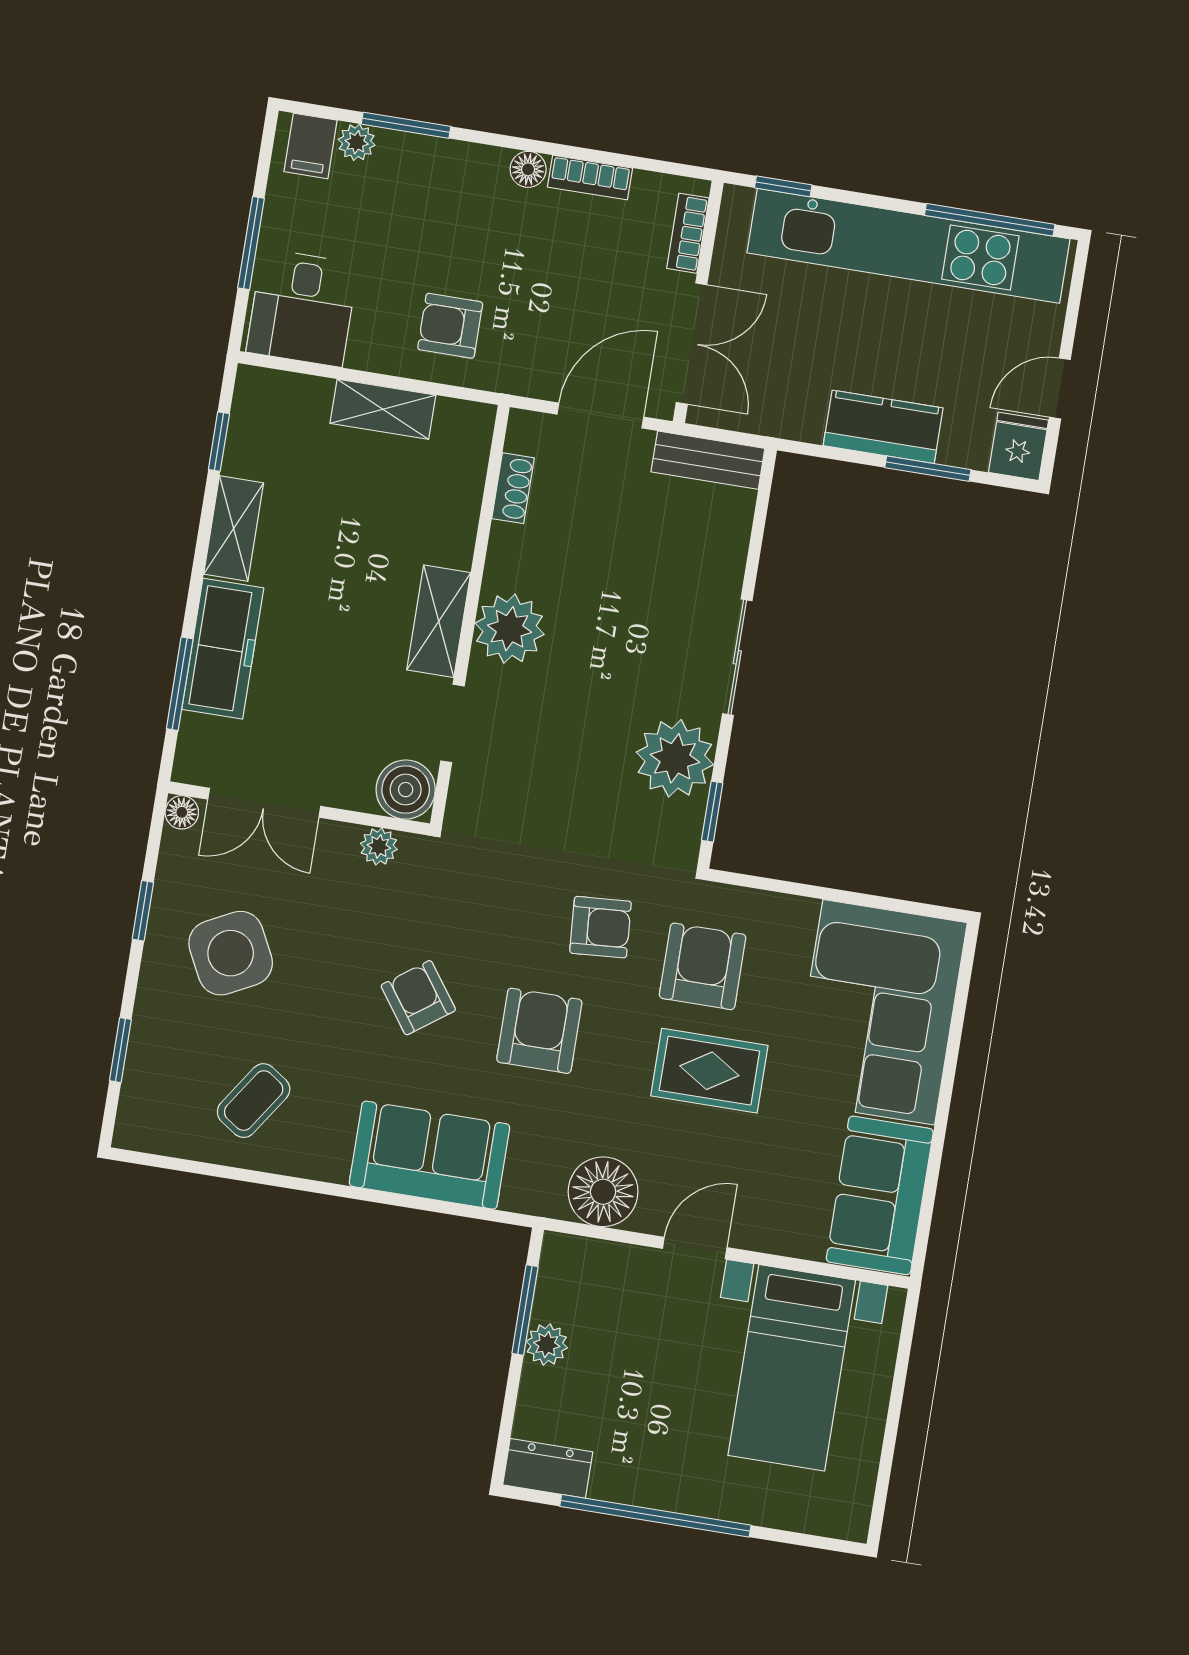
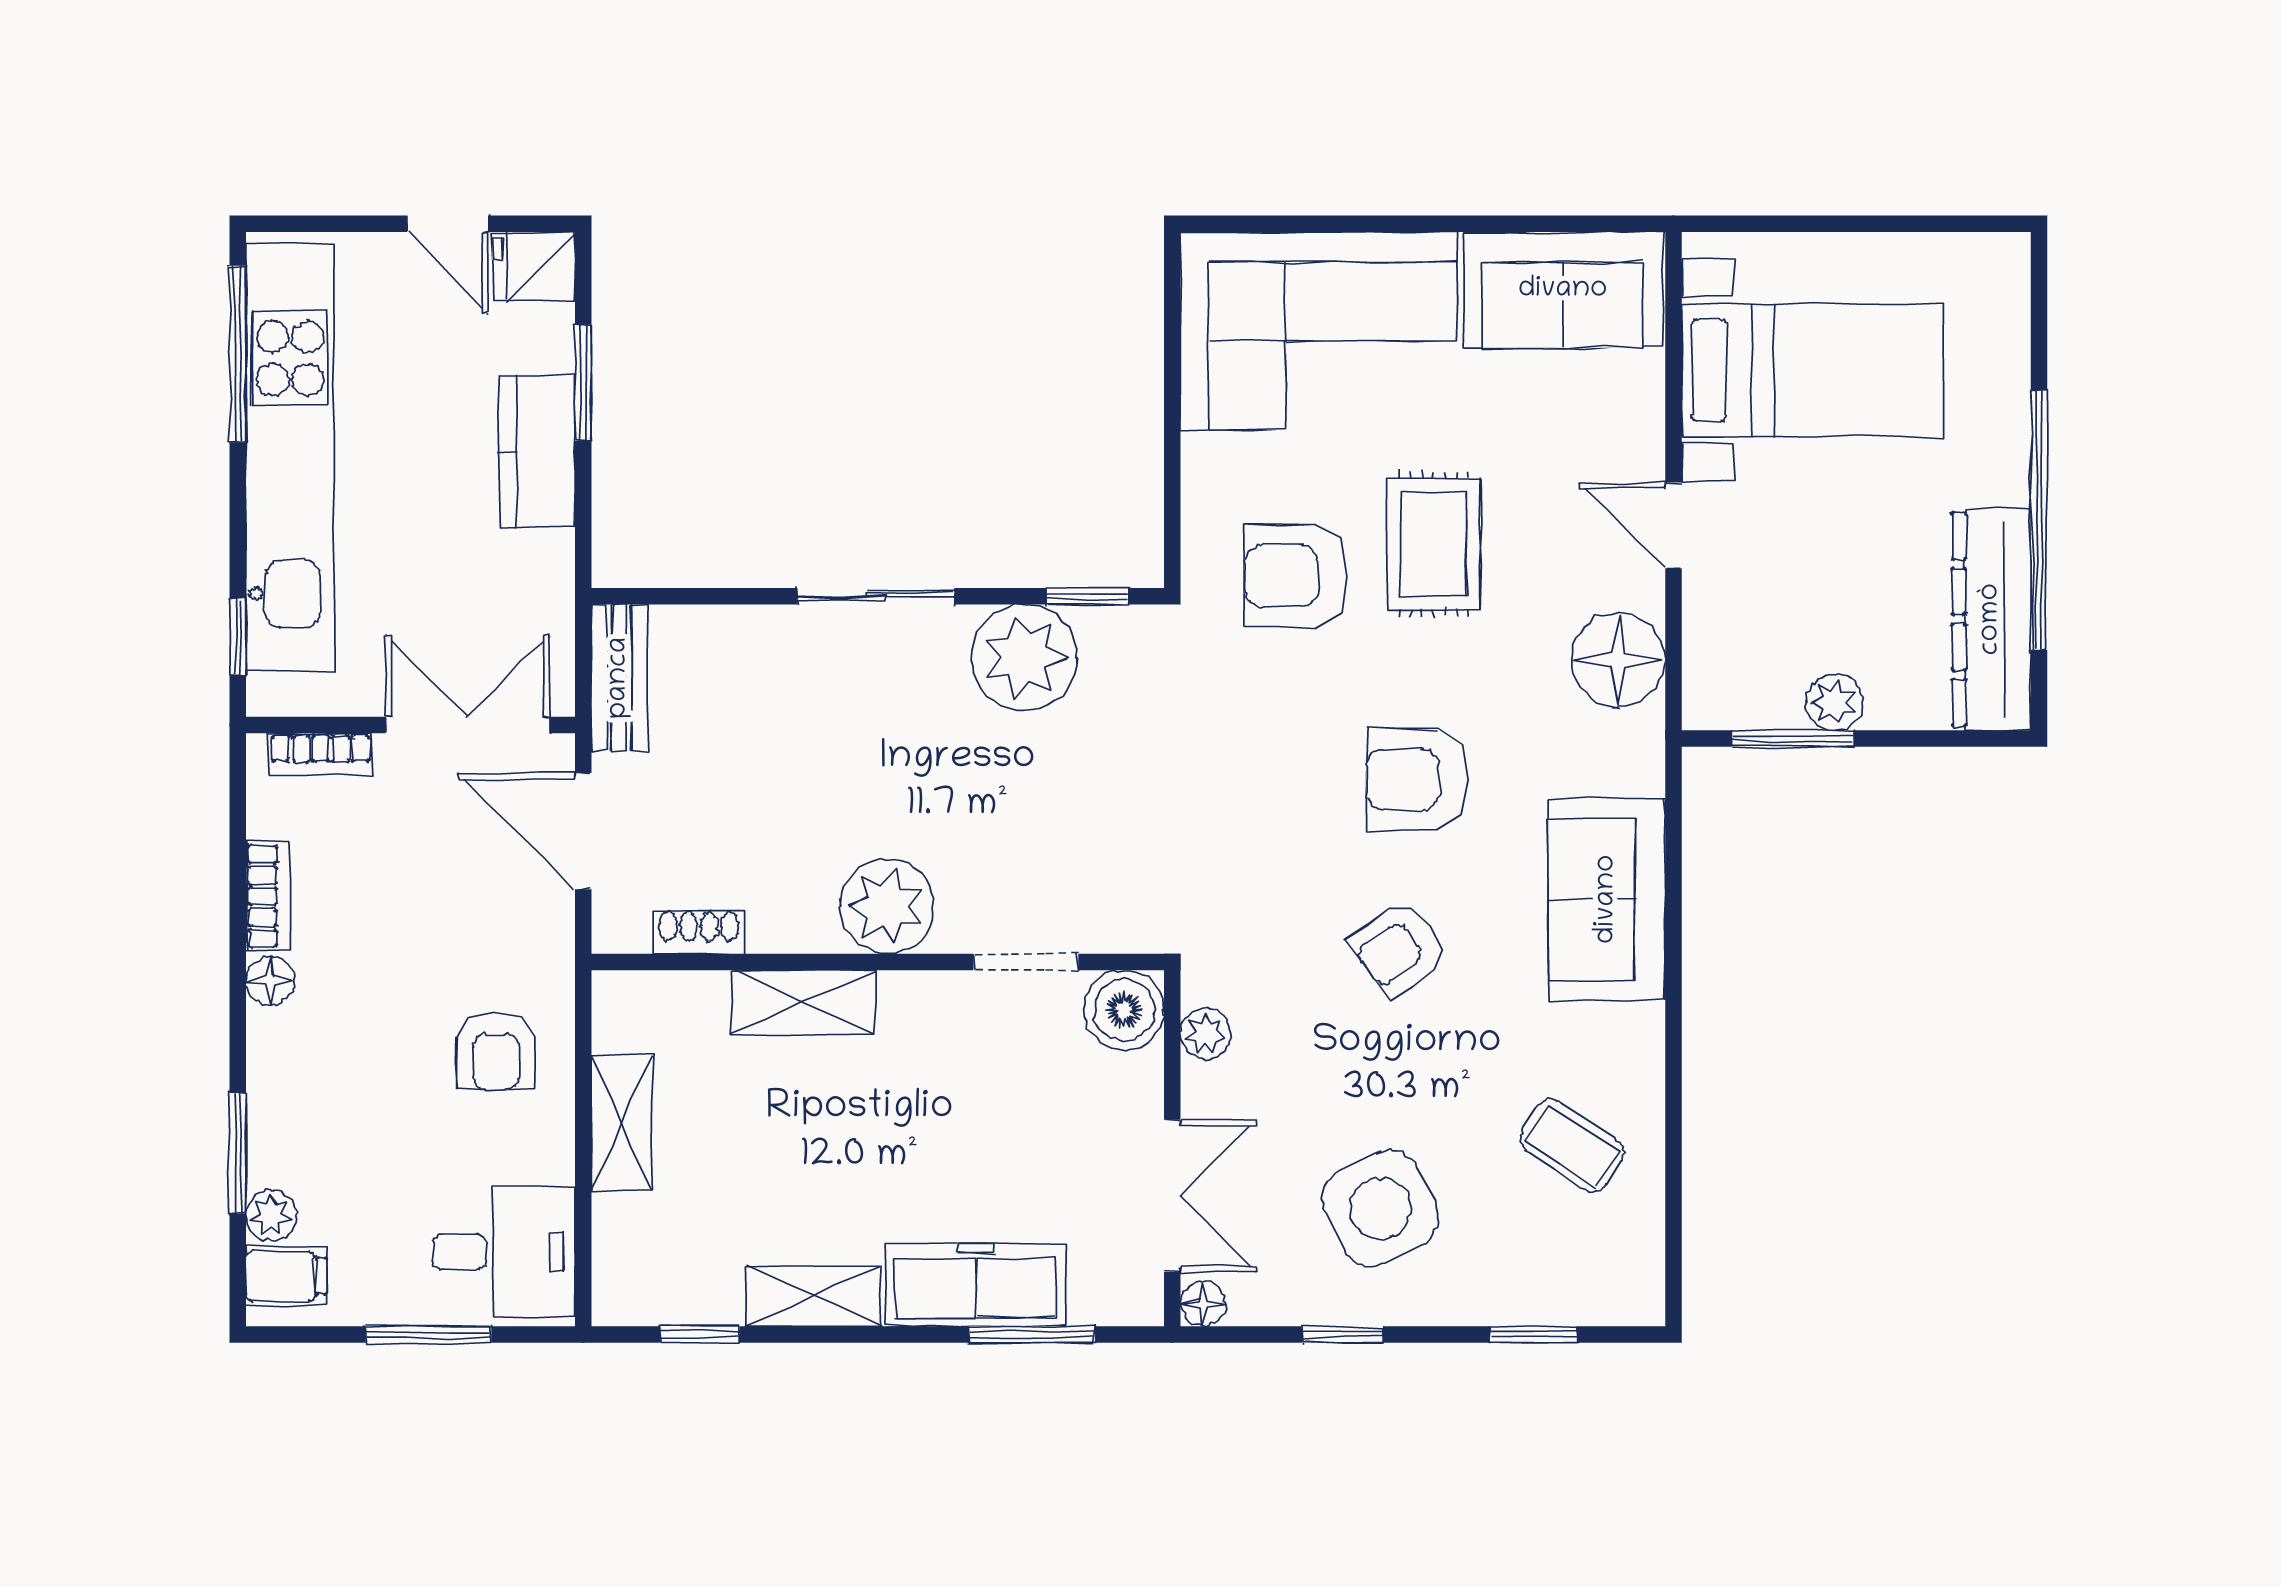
shelving: (439, 621) -> (803, 1002), moved
armchair: (600, 927) -> (1266, 720), removed
dresser: (548, 1468) -> (1991, 619), width x1.96, depth x1.24

